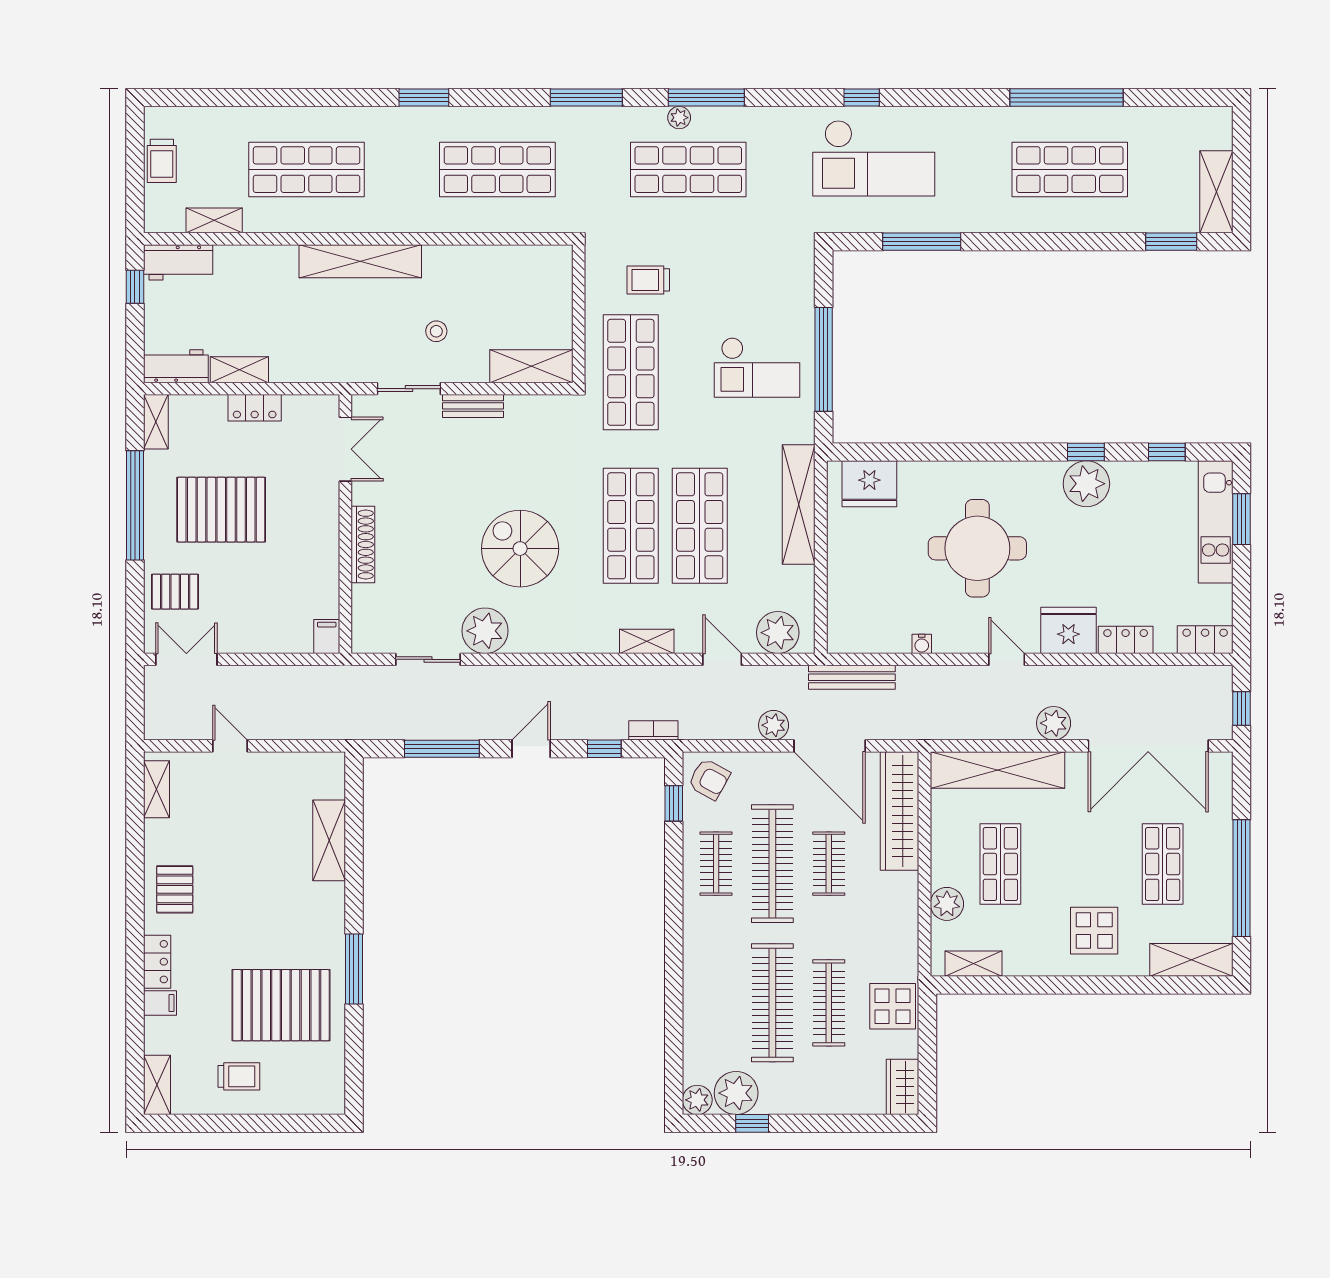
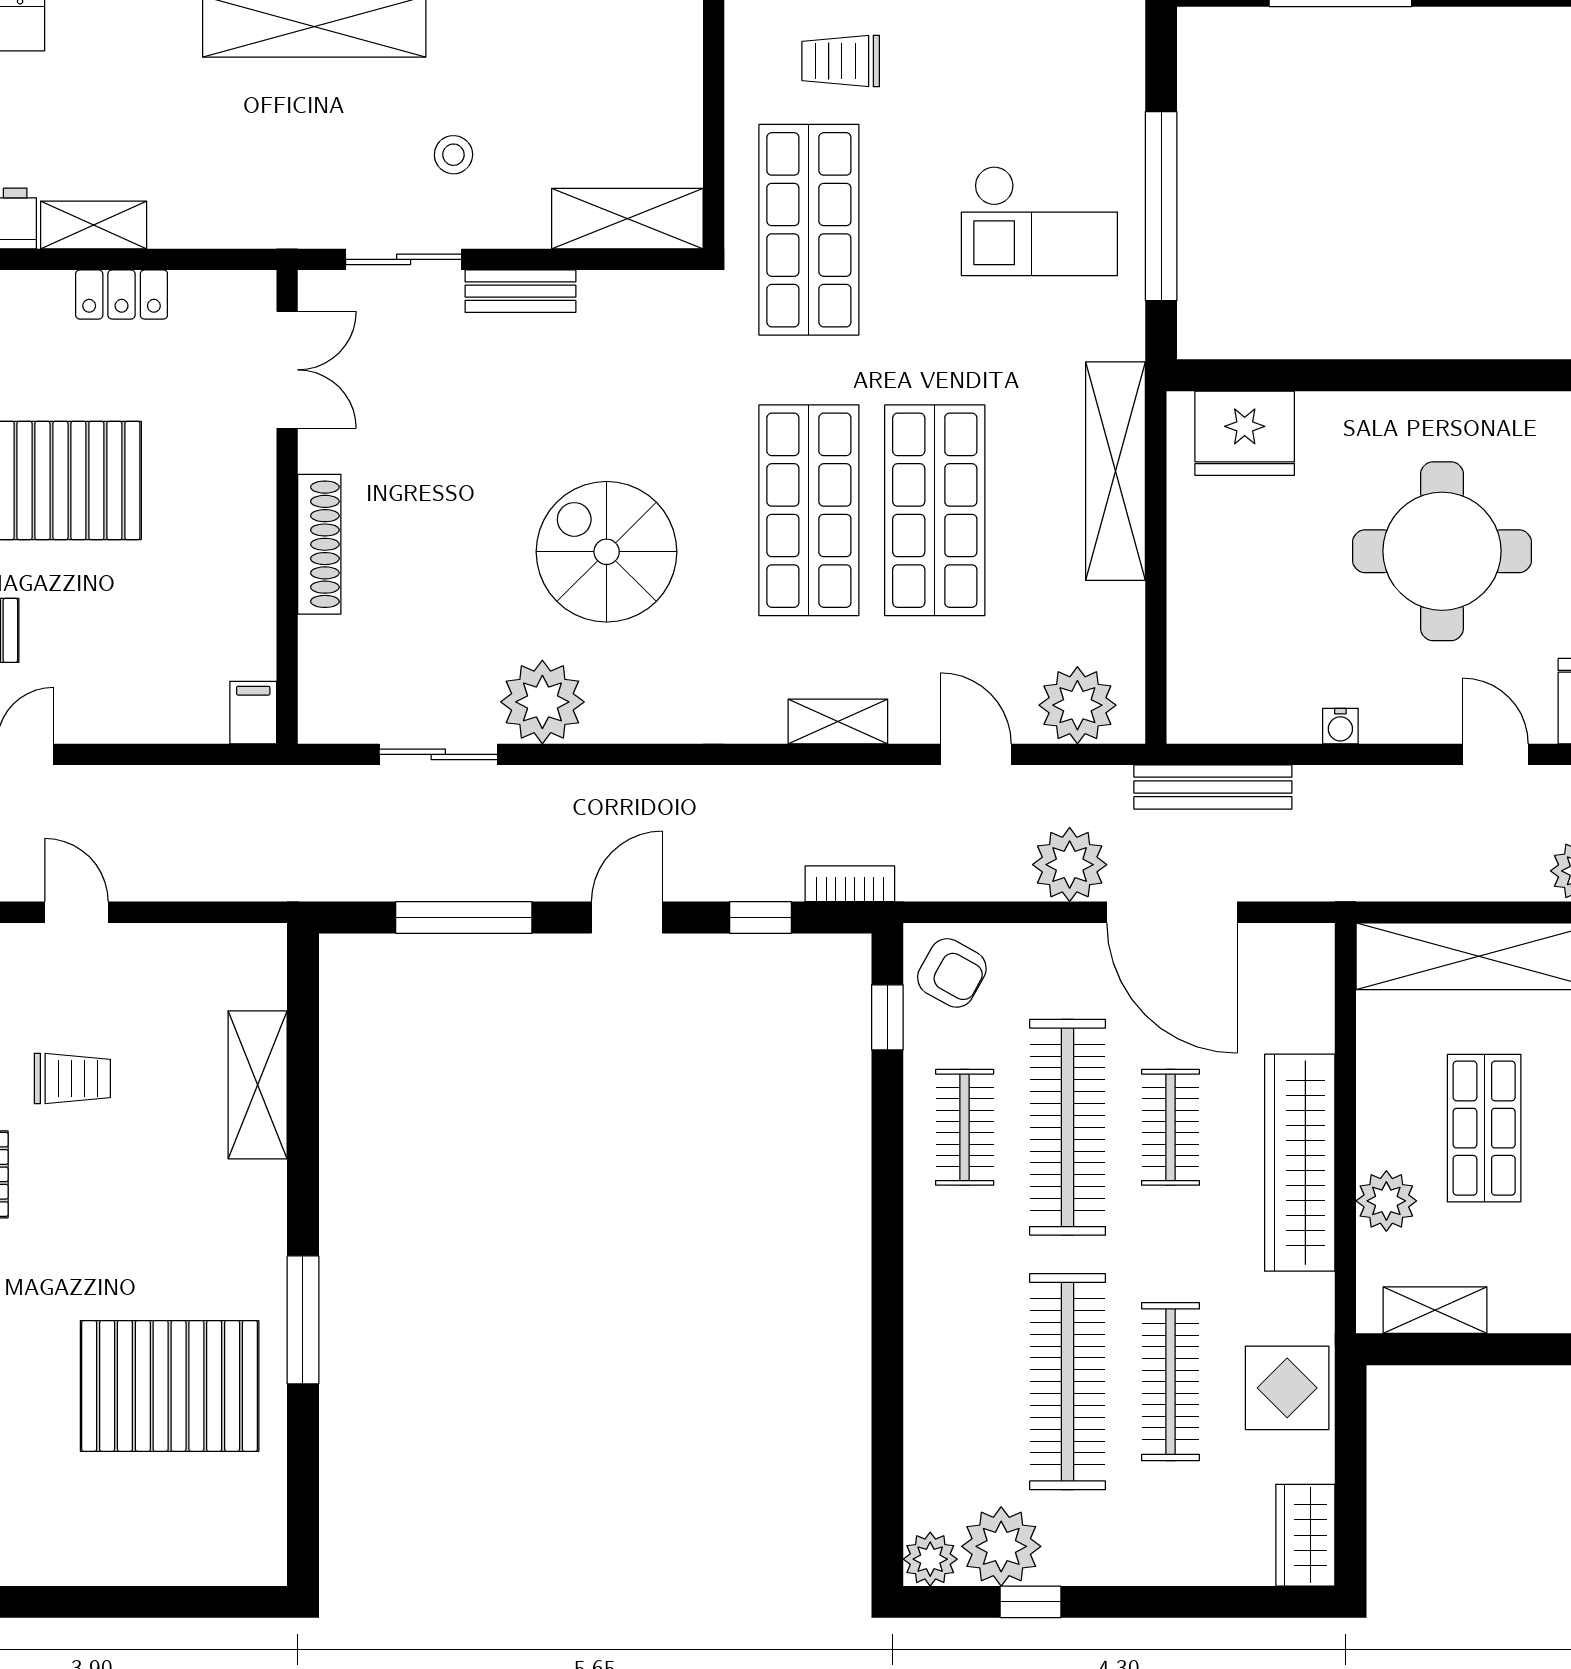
plant: (774, 725) -> (1070, 865), width x1.36, depth x1.36
wardrobe: (899, 811) -> (1300, 1163), moved
trolley: (239, 1076) -> (72, 1078), moved

